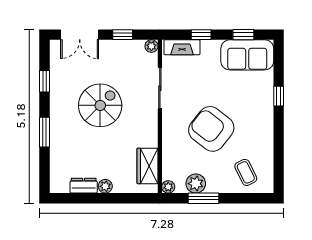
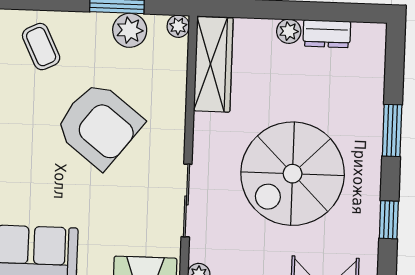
spiral stairs: (100, 105) -> (293, 174), width x1.37, depth x1.37
wardrobe: (147, 166) -> (213, 64), width x1.50

